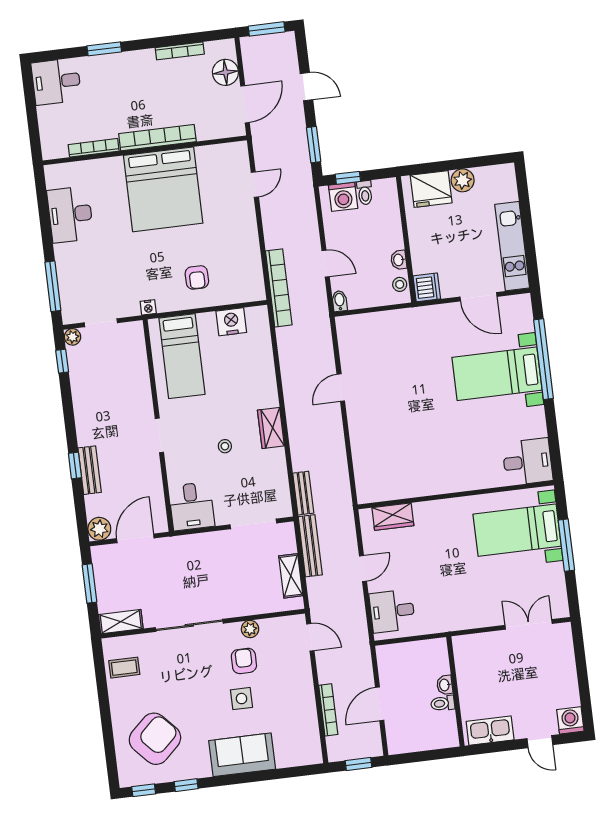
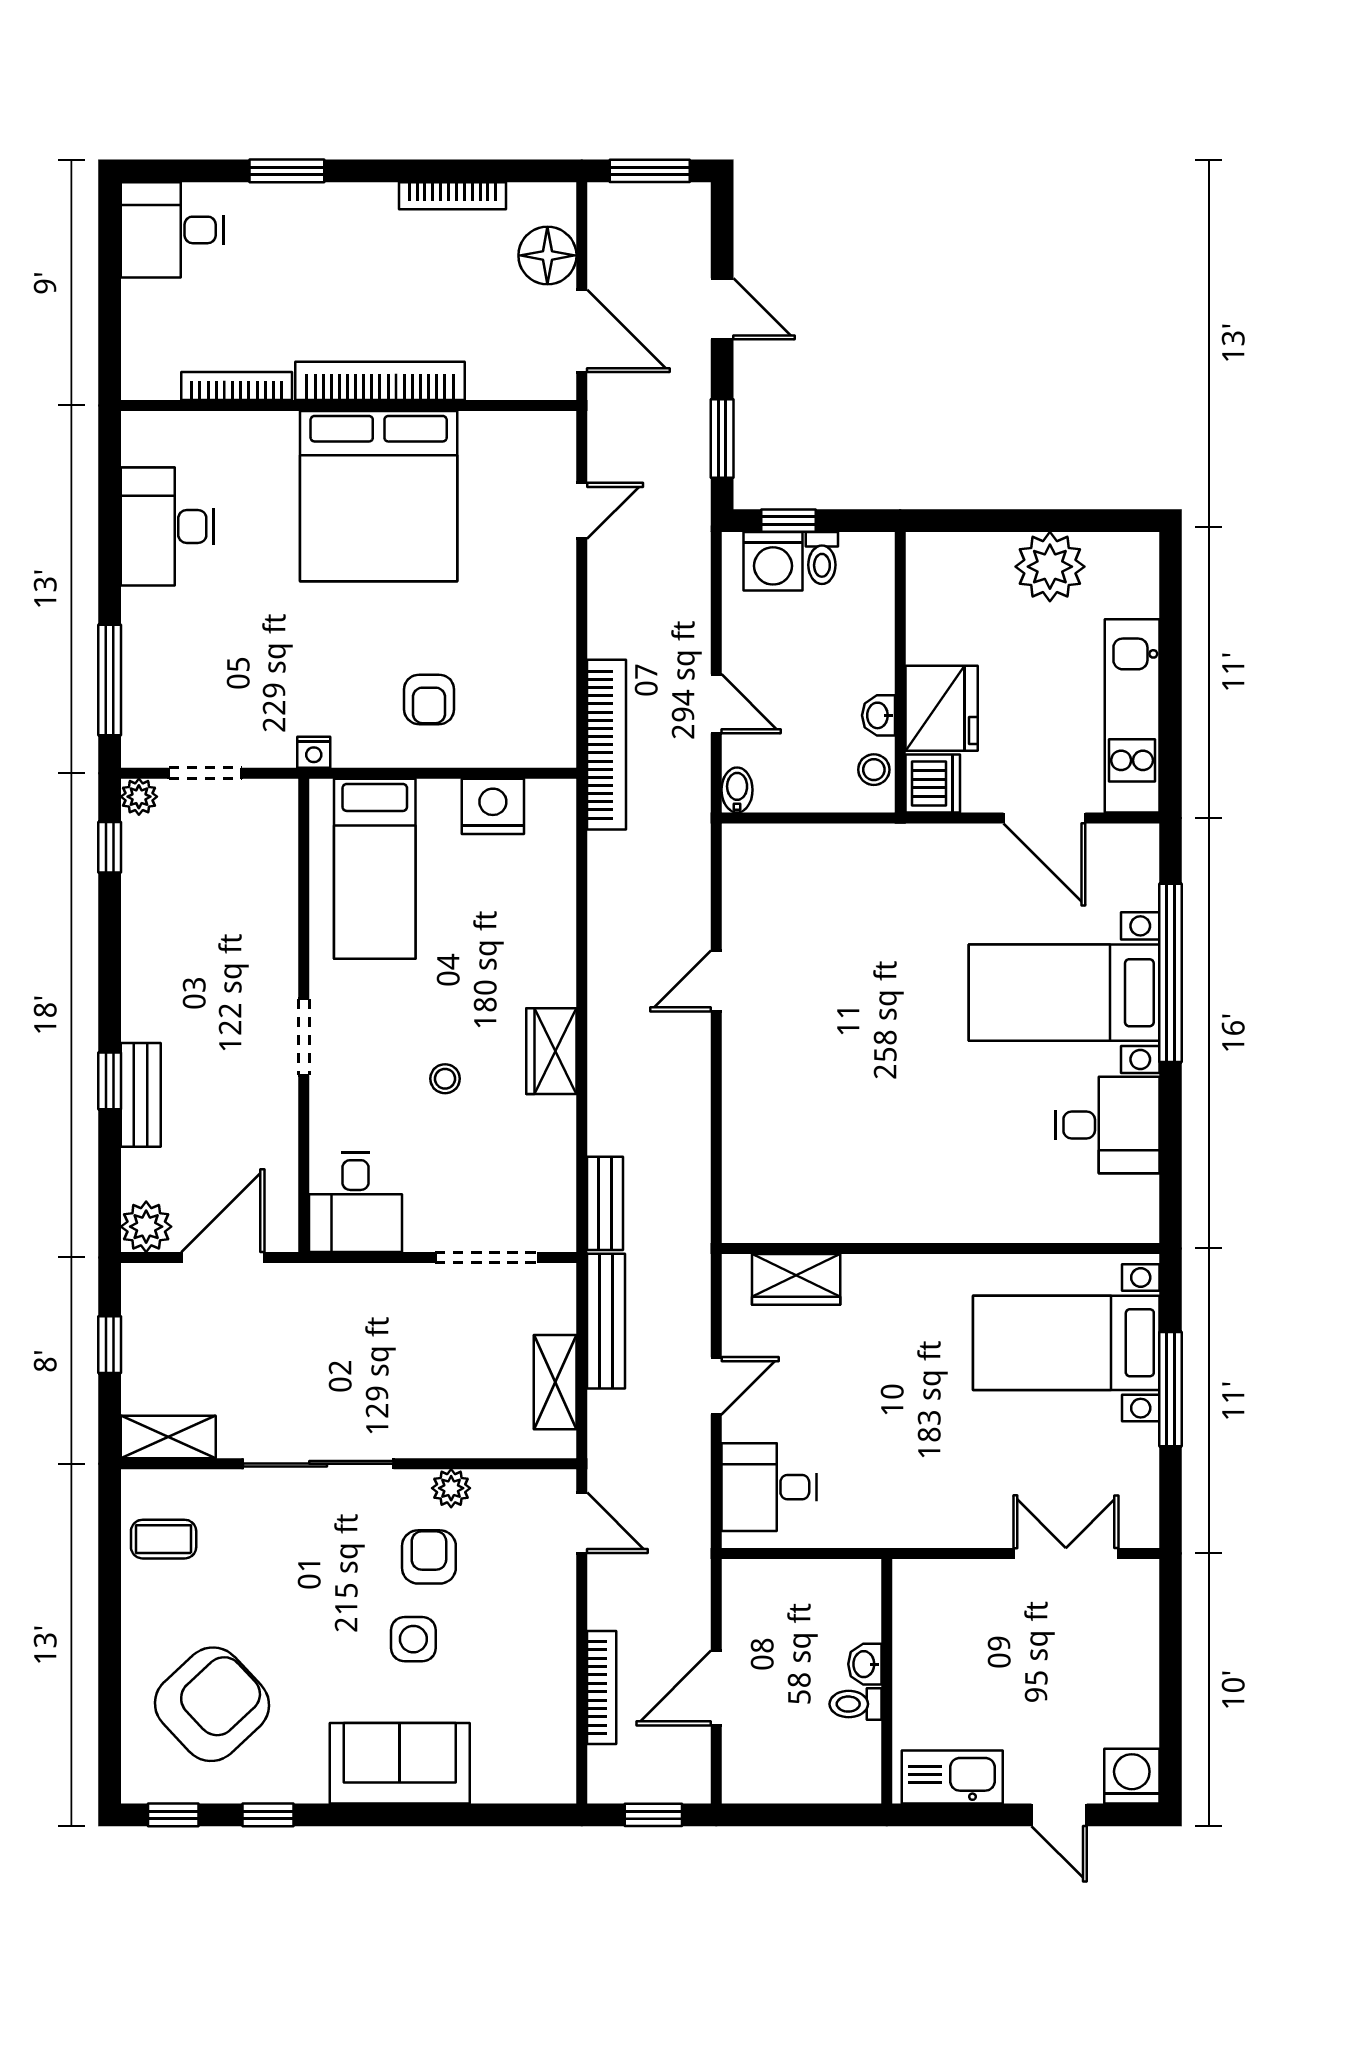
door: (245, 104) -> (582, 331), hinge flipped
plant: (463, 180) -> (1050, 567), width x1.36, depth x1.36
fridge: (431, 189) -> (942, 708), moved, turned -90
desk: (527, 462) -> (1107, 1125), moved
window: (89, 583) -> (110, 1345), width x0.67

